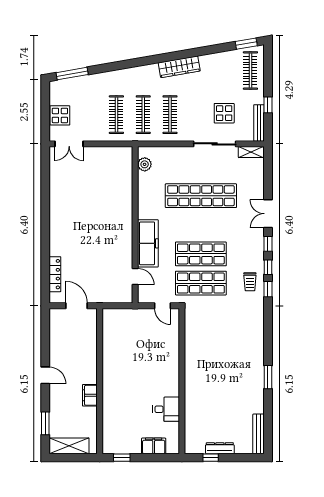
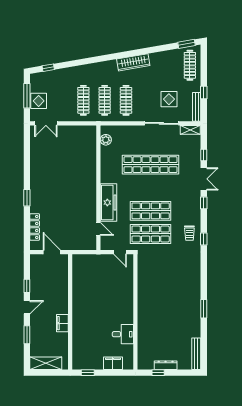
window: (72, 74) -> (48, 68), width x0.46
window: (45, 109) -> (27, 96), added
double door: (268, 214) -> (204, 179), swing flipped
window: (45, 237) -> (27, 198), added
window: (268, 267) -> (204, 155), moved
window: (45, 348) -> (27, 286), added
door: (45, 375) -> (27, 307), hinge flipped
window: (45, 423) -> (27, 335), moved

